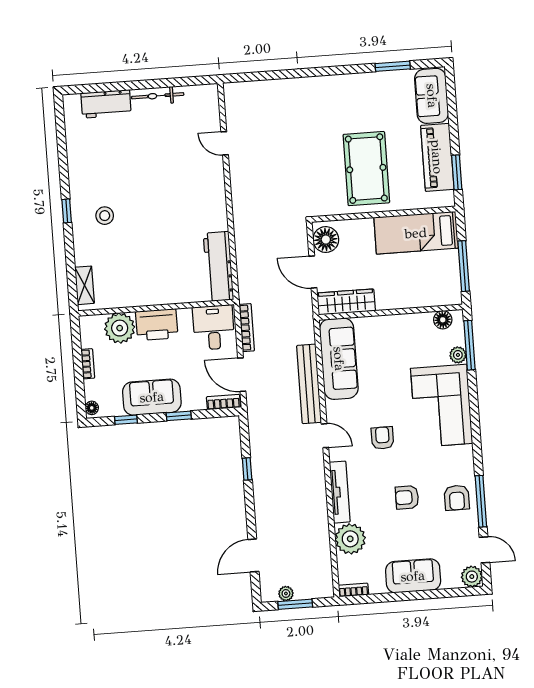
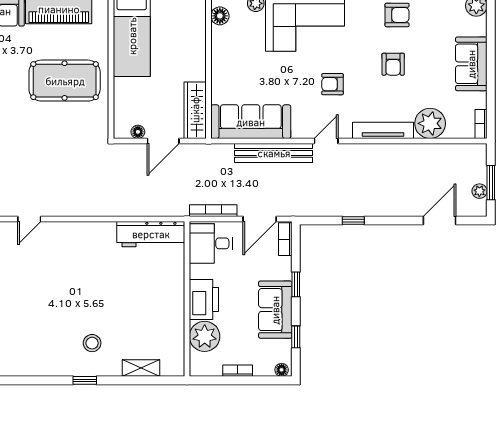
floor lamp: (326, 240) -> (138, 132), width x0.53, depth x0.53
shelving: (85, 285) -> (141, 368), moved
door: (253, 555) -> (439, 221), swing flipped

